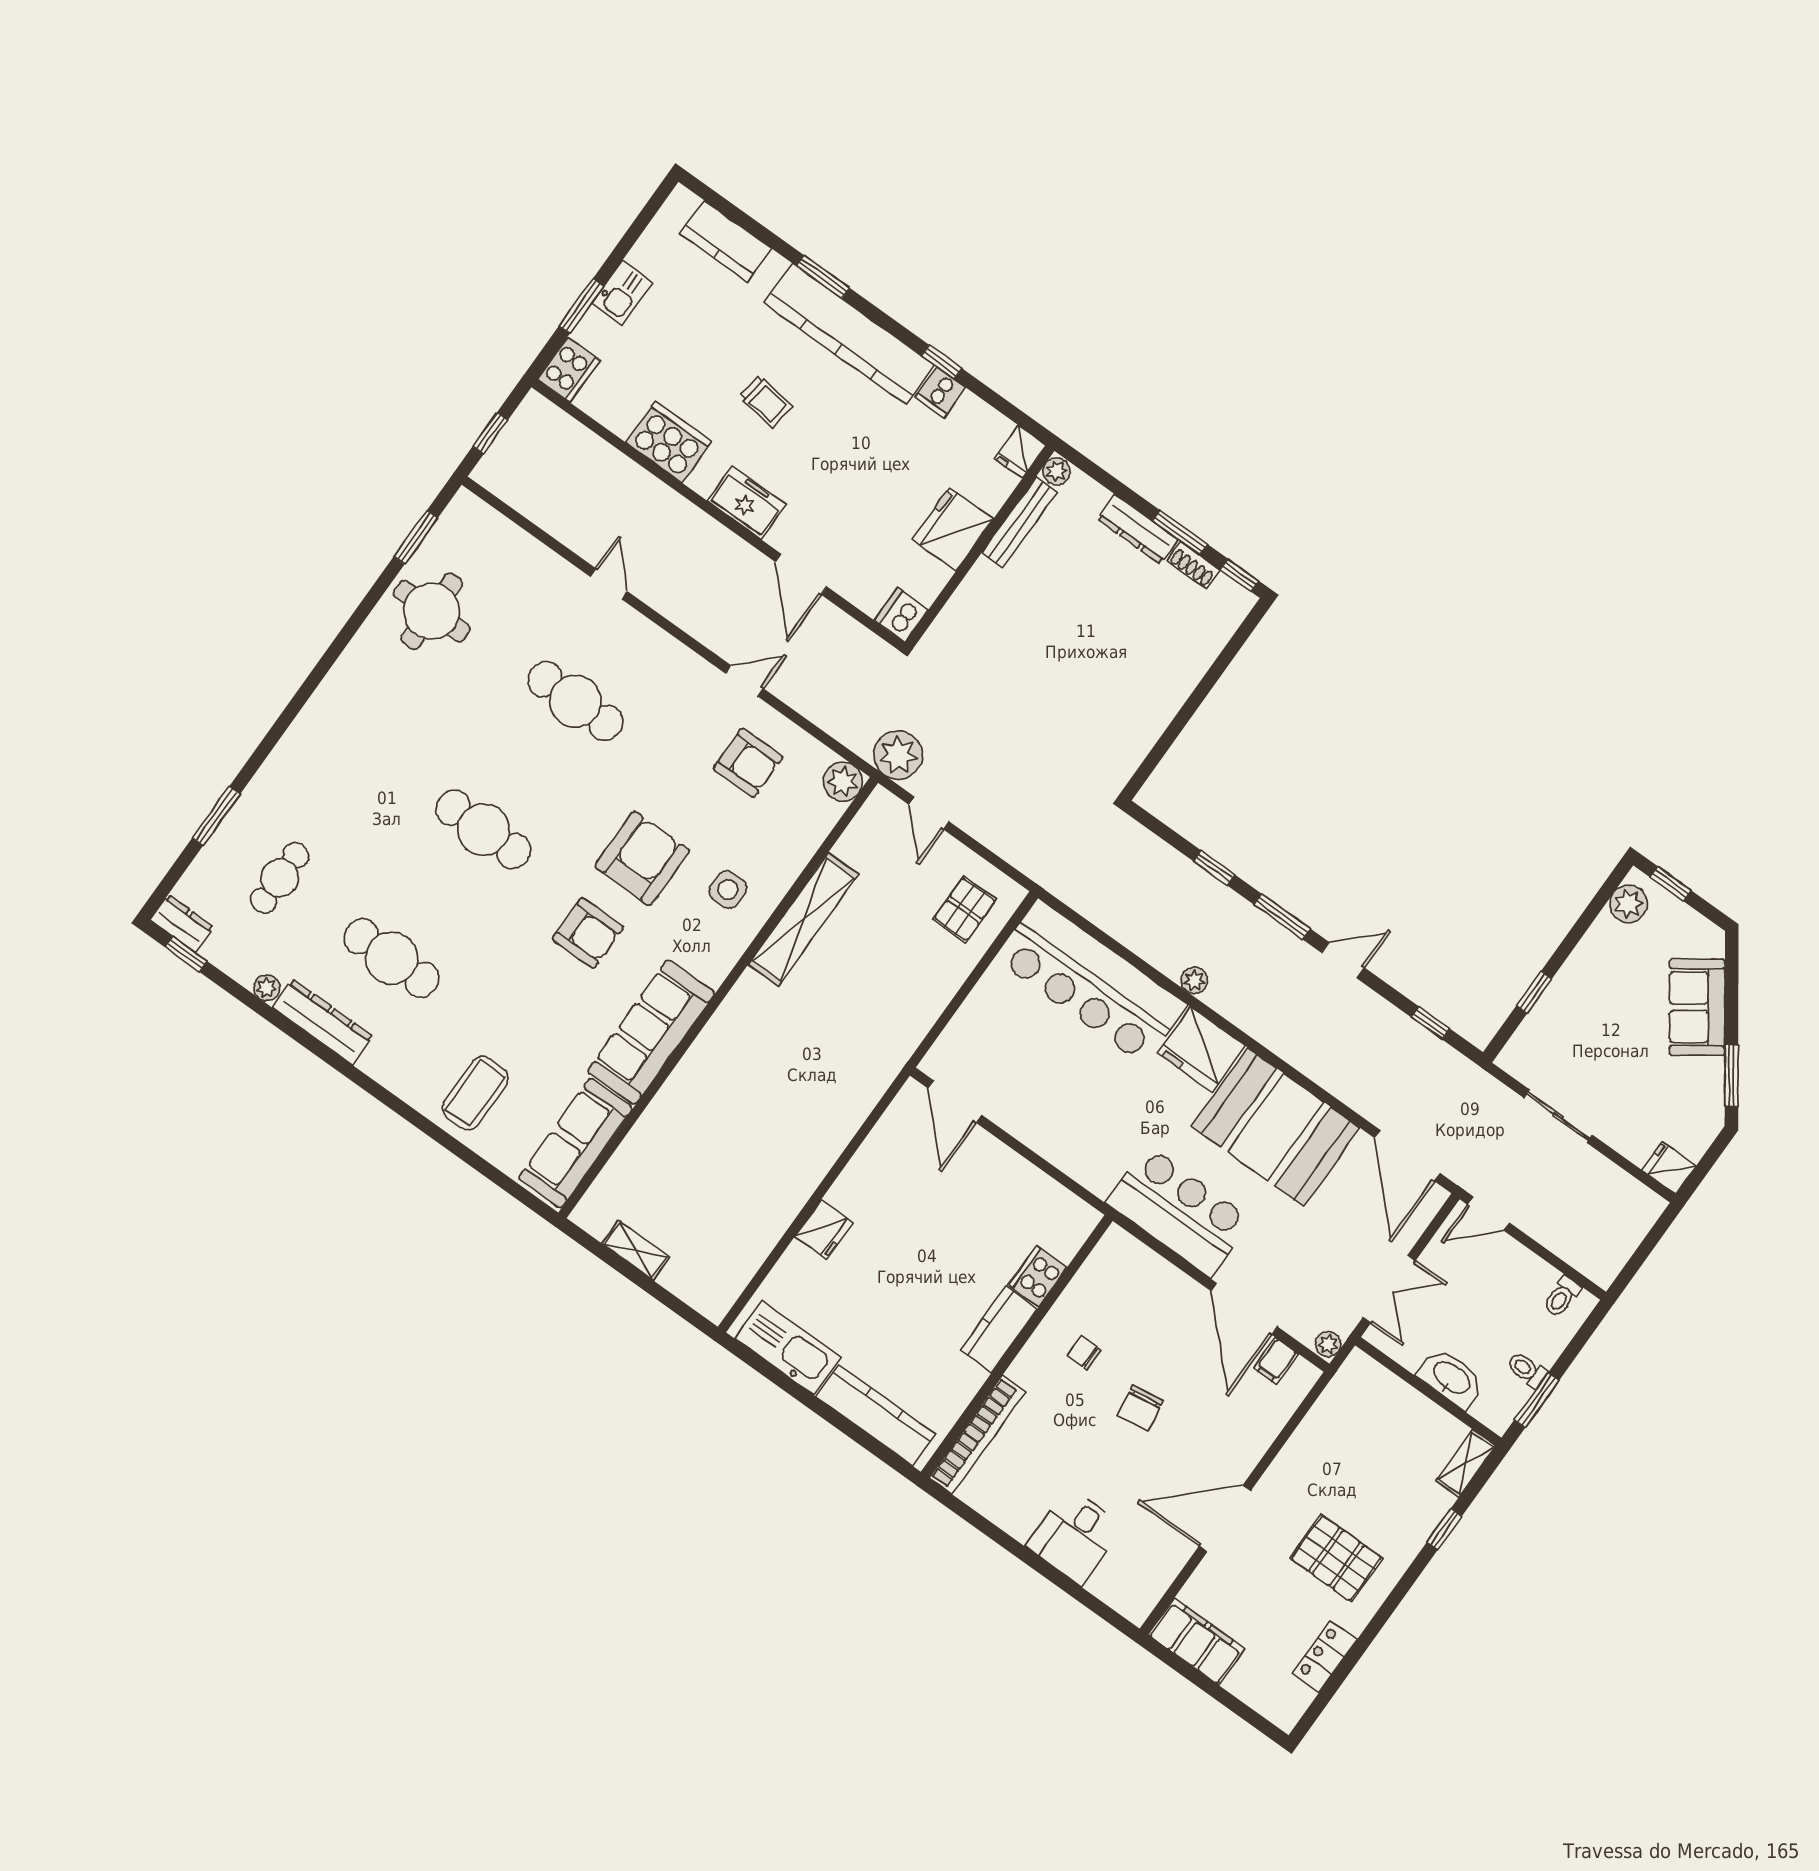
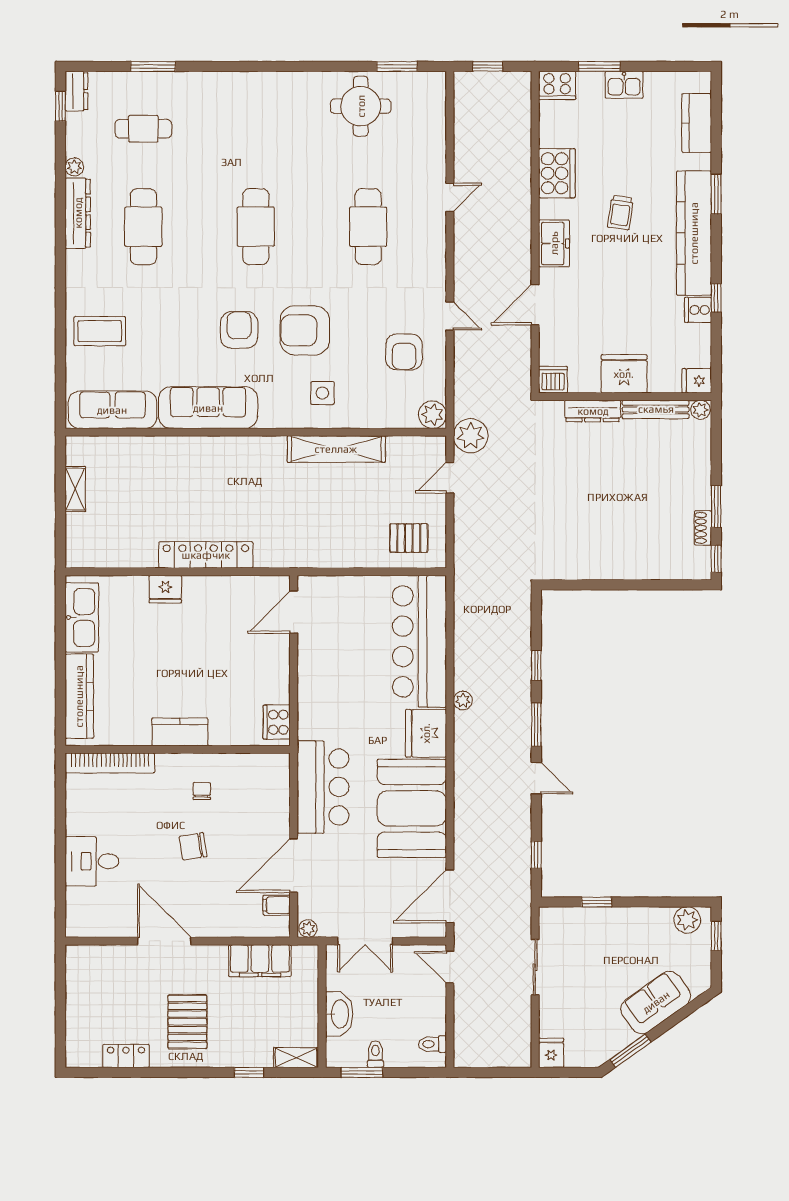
dresser: (1138, 529) -> (593, 411), moved, turned -90
armchair: (642, 858) -> (305, 330), turned 180
armchair: (588, 933) -> (239, 330), turned 180
locker: (818, 1155) -> (206, 555), added
cooker: (1038, 1276) -> (277, 722), moved, turned -90
filing cabinet: (1197, 1642) -> (260, 961), moved, turned 90

